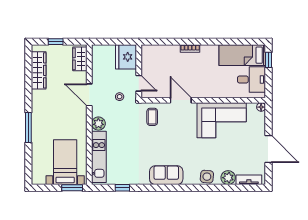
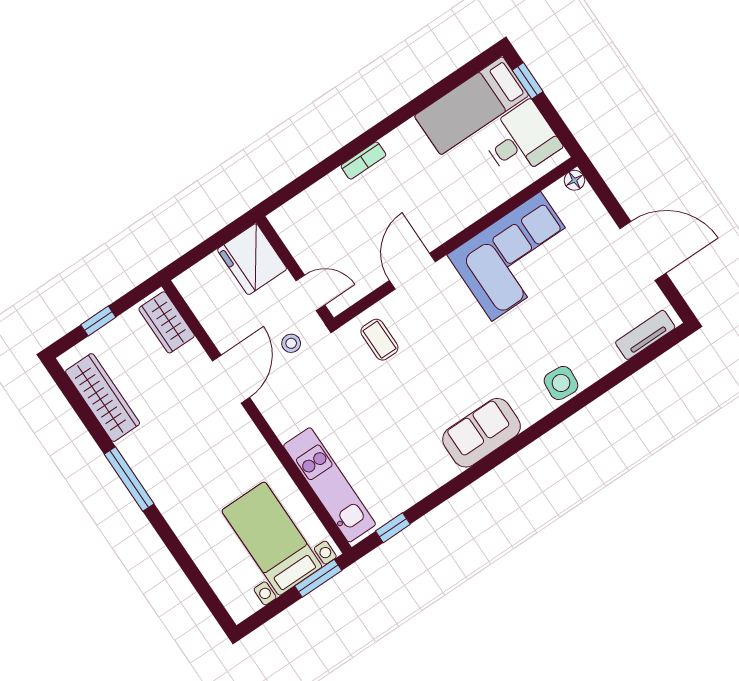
door: (89, 95) -> (231, 379), swing flipped
door: (181, 100) -> (412, 271), hinge flipped
plant: (98, 124) -> (285, 422), removed
window: (28, 128) -> (129, 479), moved
plant: (228, 178) -> (603, 358), removed
window: (122, 188) -> (393, 528), moved

